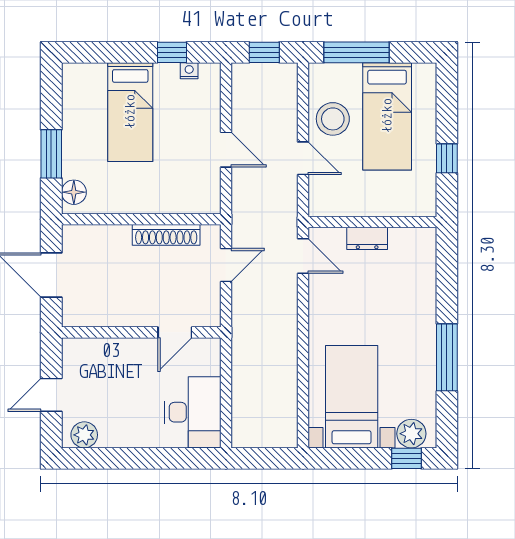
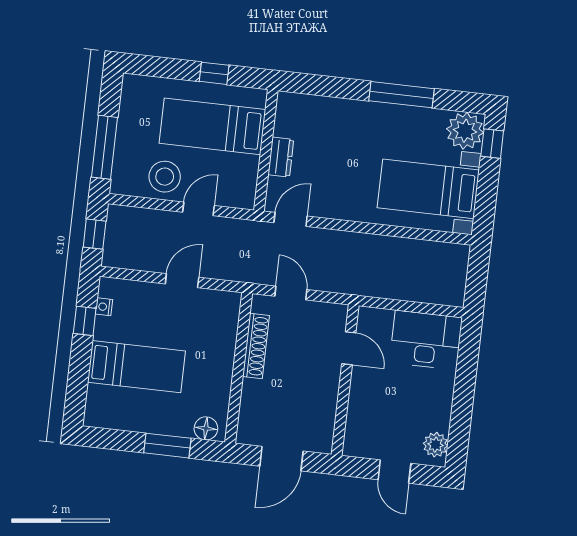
bed: (387, 116) -> (212, 126), moved, turned 180
plant: (411, 434) -> (465, 131), width x1.36, depth x1.36

